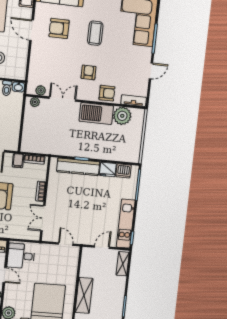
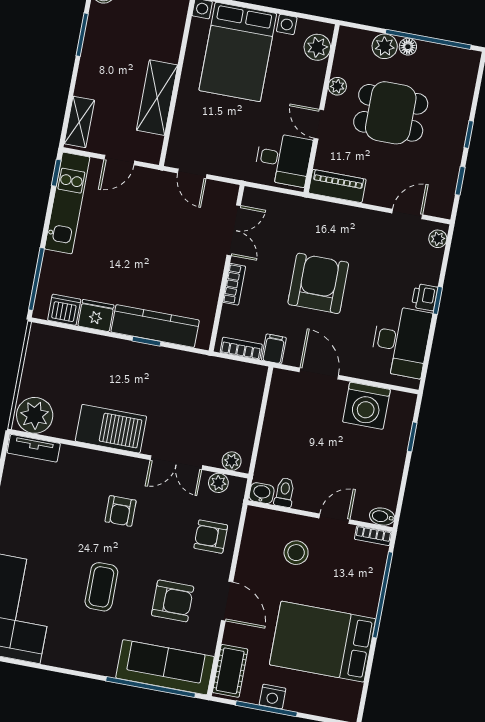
armchair: (107, 93) -> (211, 537), moved
plant: (122, 116) -> (35, 415), moved
shelving: (84, 295) -> (157, 98), moved

